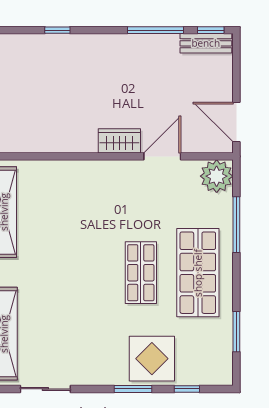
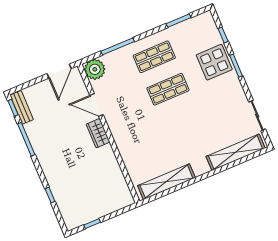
shop shelf: (198, 273) -> (154, 57), width x0.70, depth x0.74

